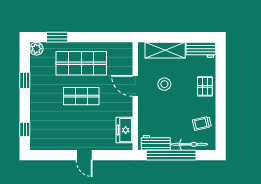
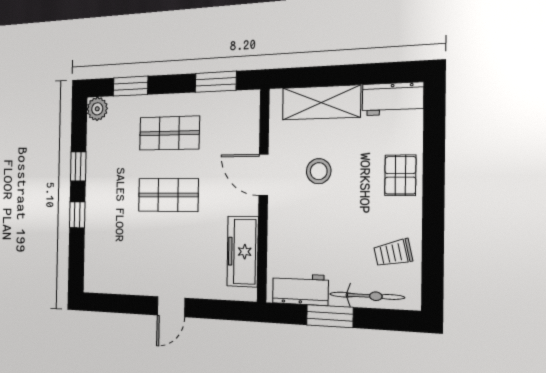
window: (108, 37) -> (216, 82), added
shop shelf: (81, 63) -> (169, 133), width x0.70, depth x0.74
window: (25, 130) -> (77, 215), moved
freezer: (124, 130) -> (243, 252), width x1.40
door: (84, 155) -> (171, 307), hinge flipped
window: (171, 155) -> (330, 316), width x0.47

